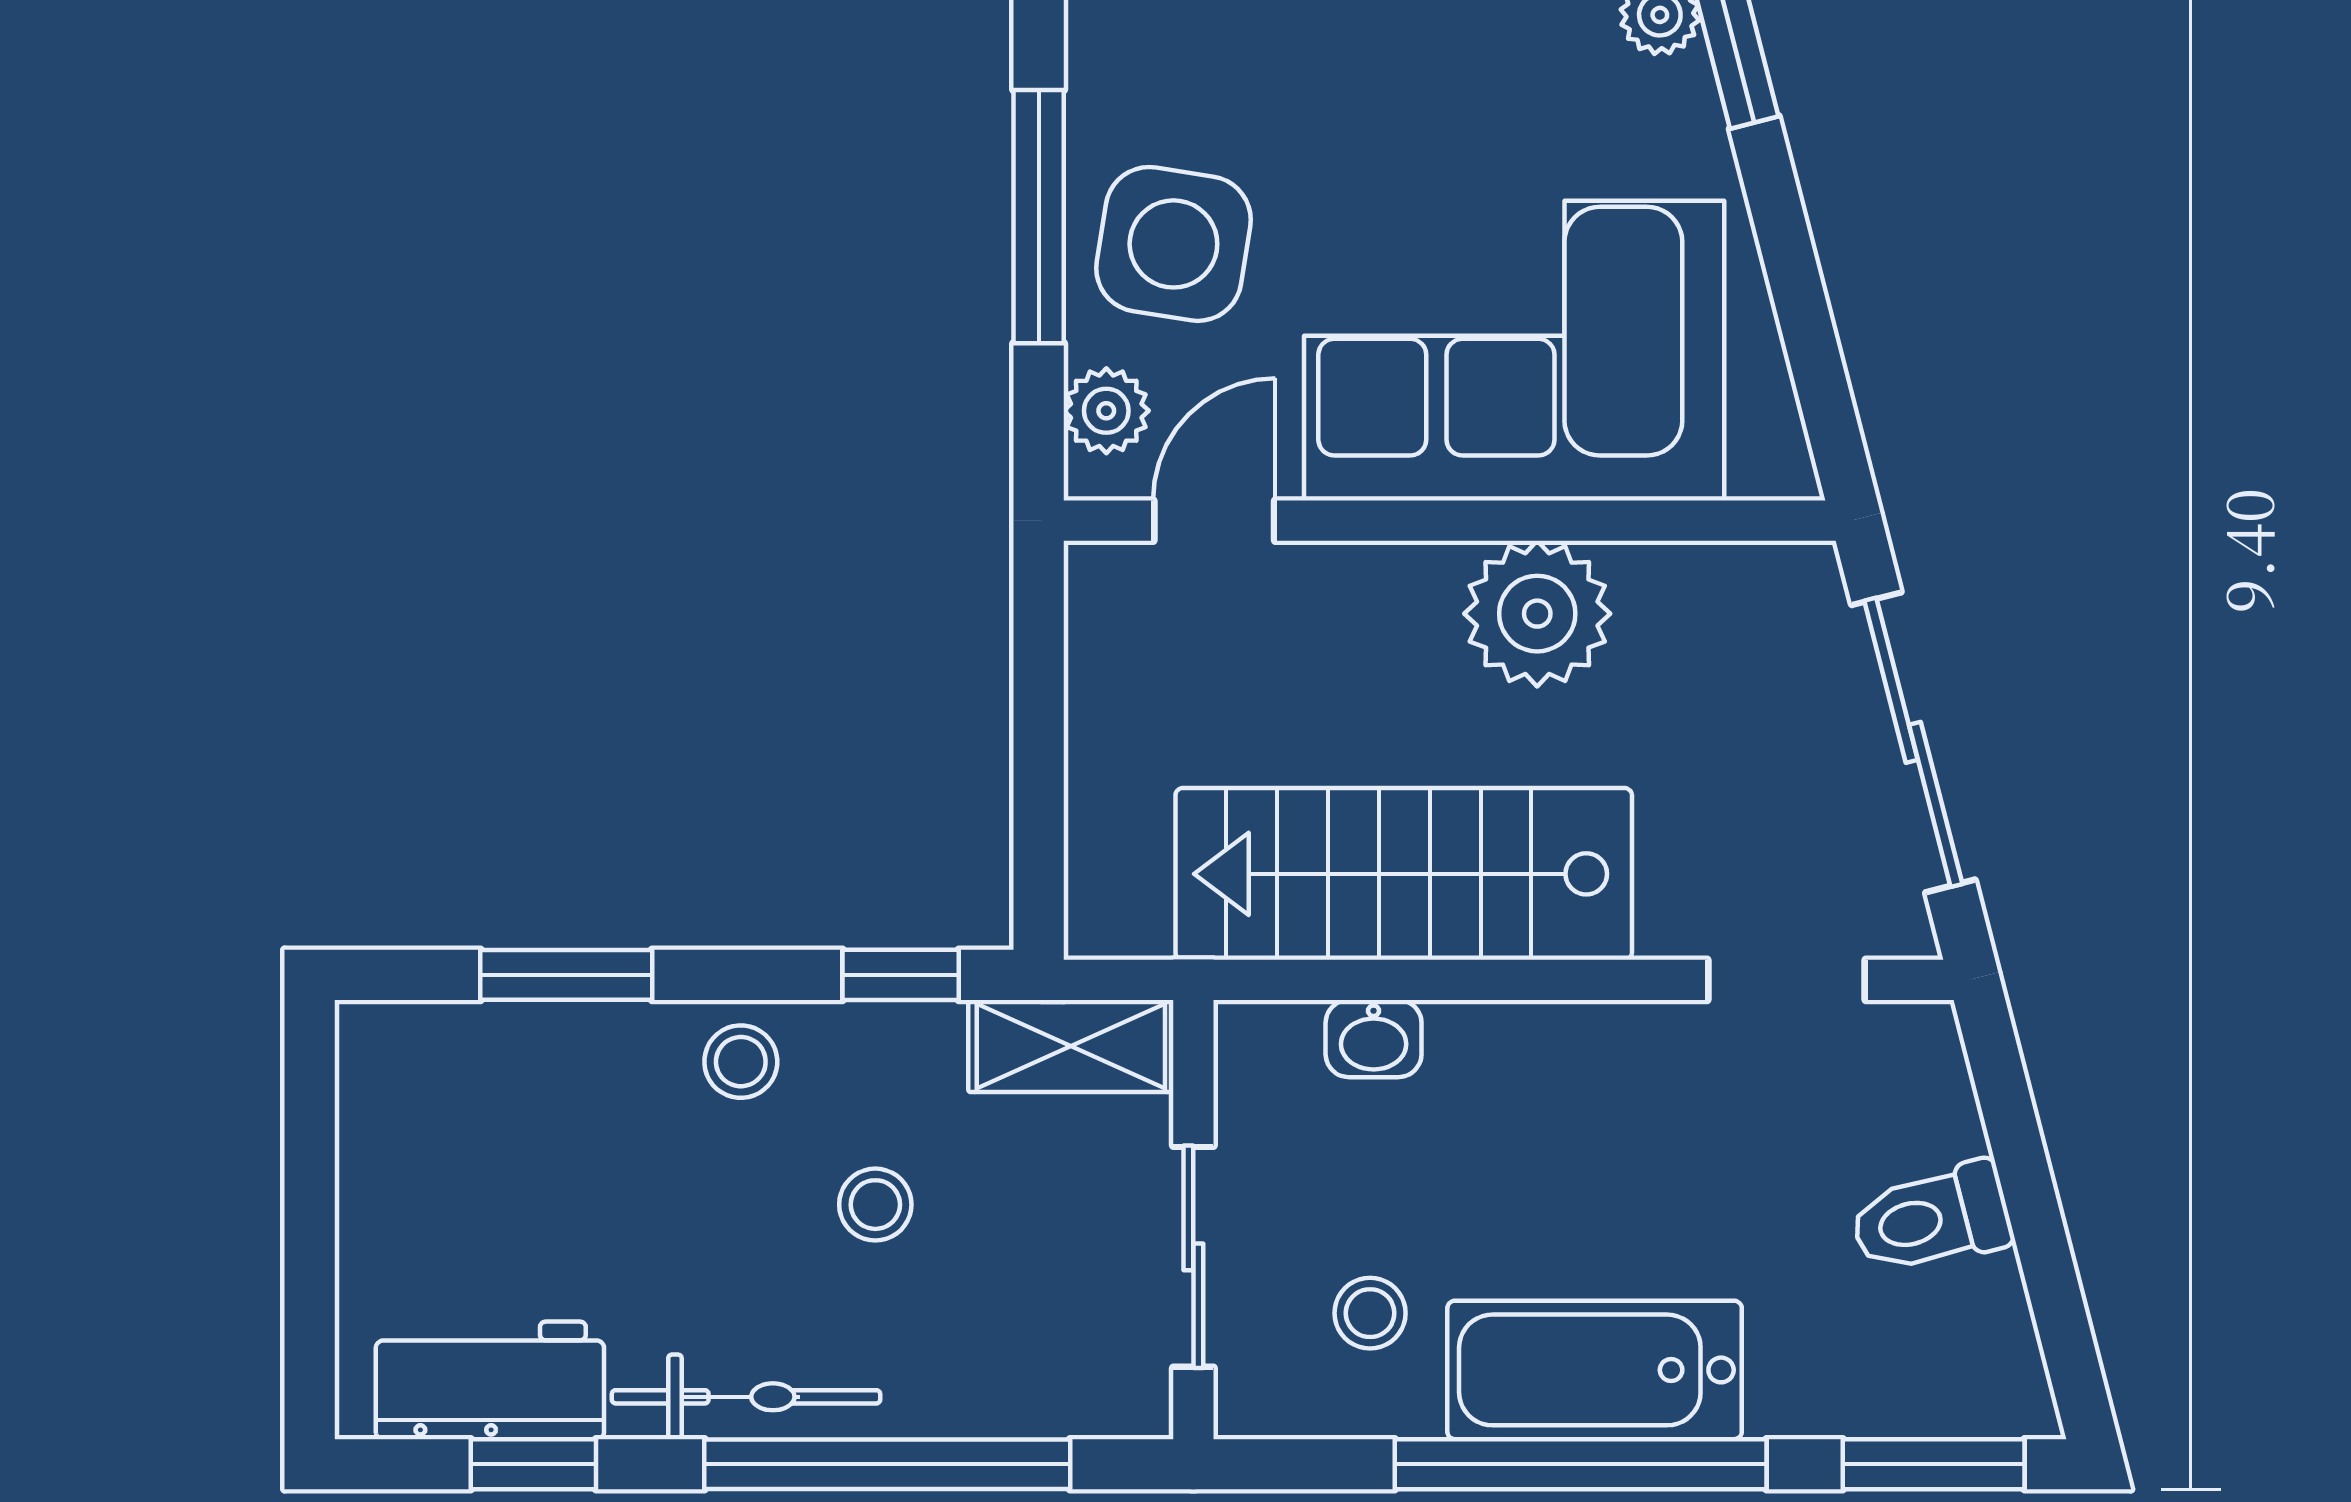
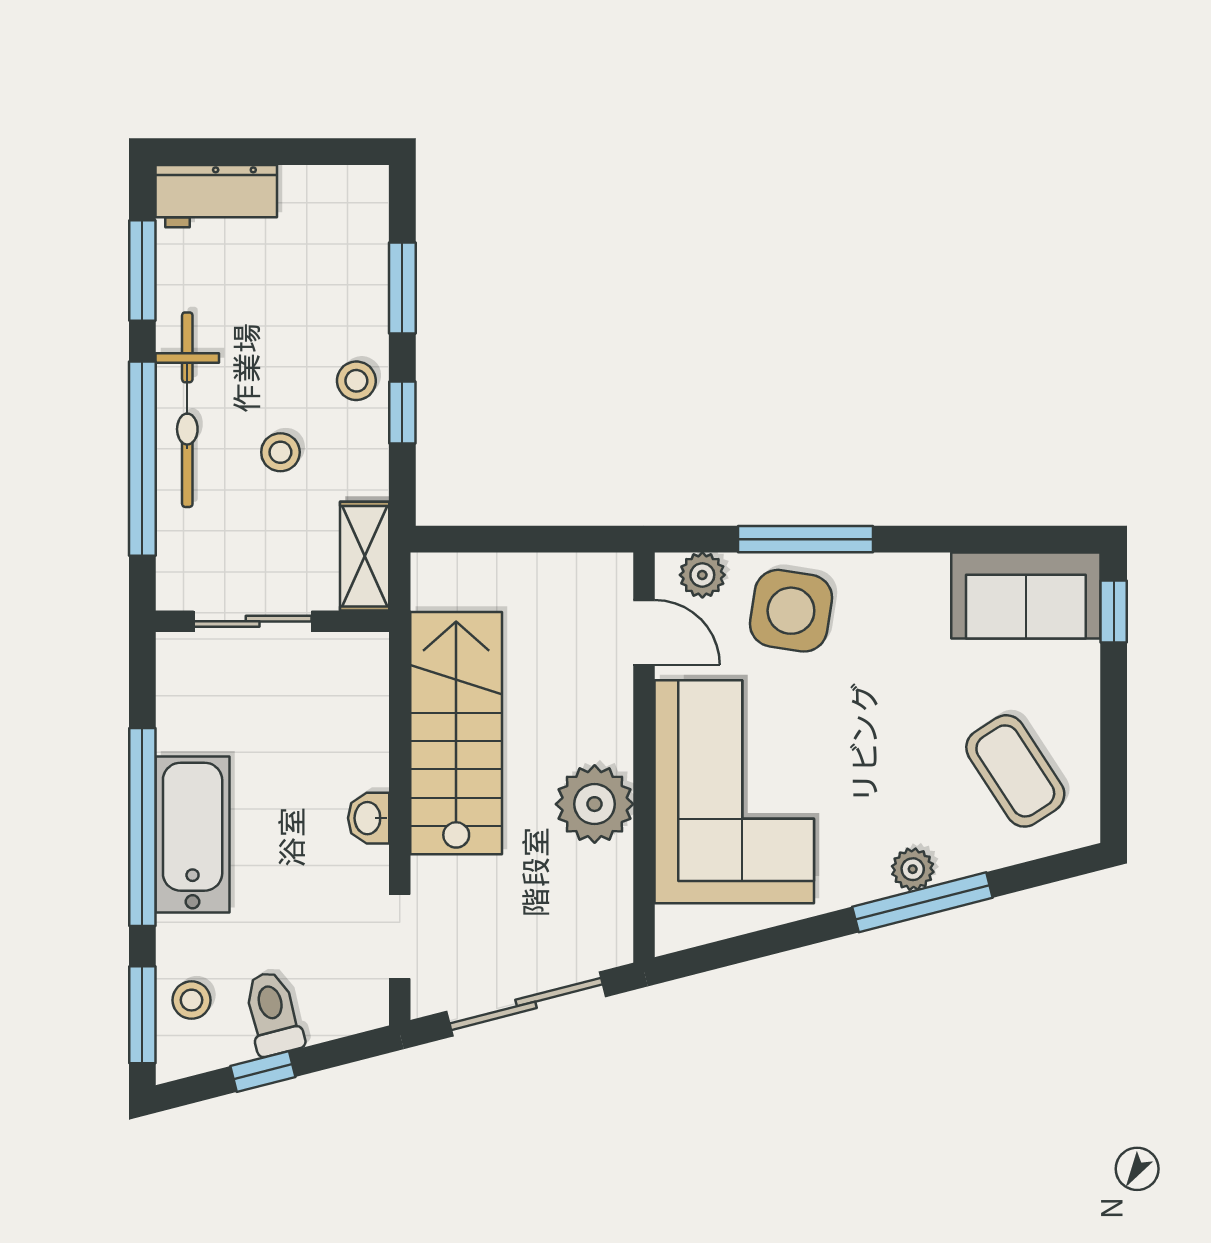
window: (901, 975) -> (402, 412), moved
washbasin: (1374, 1039) -> (369, 818), moved
window: (2040, 1238) -> (263, 1071), added
stool: (1370, 1313) -> (192, 1000), moved
workbench: (490, 1380) -> (216, 196), moved, turned 90
bicycle: (746, 1397) -> (187, 410), width x1.37, depth x1.40
window: (533, 1464) -> (142, 270), width x1.50

